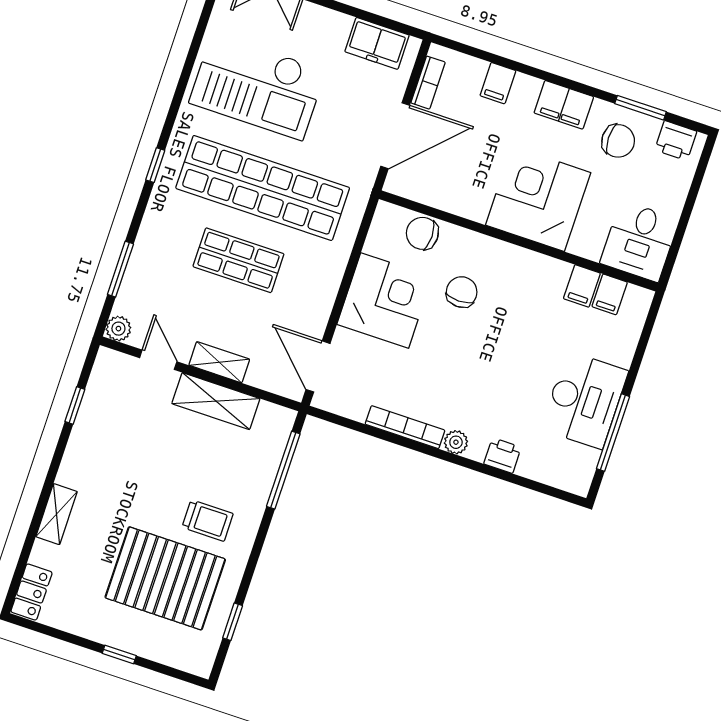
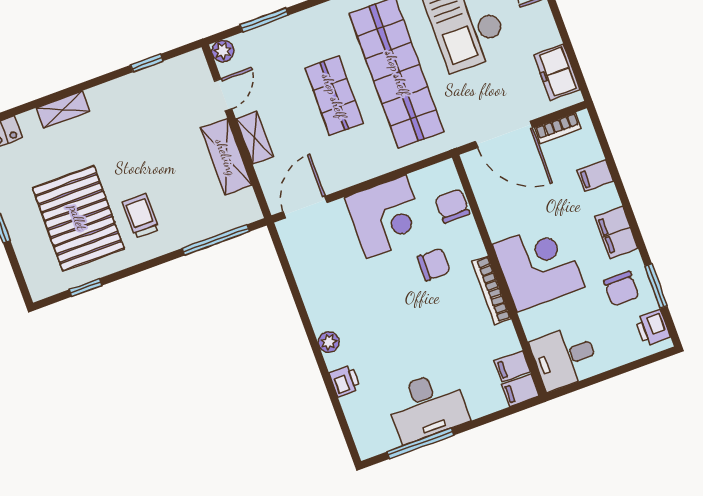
filing cabinet: (582, 286) -> (520, 390), moved
bookcase: (405, 427) -> (491, 290), moved, turned 180
trolley: (208, 520) -> (141, 216), turned 180

